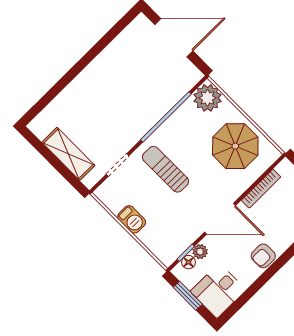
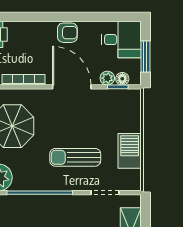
sun lounger: (165, 169) -> (75, 157), turned 90
barbecue: (132, 219) -> (130, 151), width x1.38, depth x1.27

